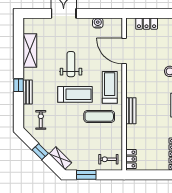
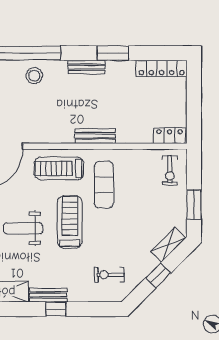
bench: (28, 92) -> (48, 295), moved

